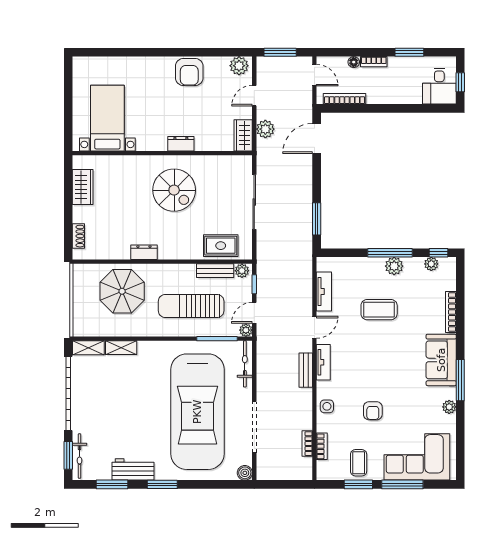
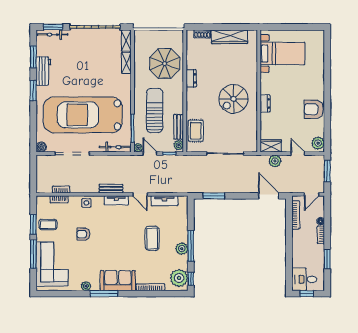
wardrobe: (83, 187) -> (229, 37), width x1.50
plant: (431, 264) -> (179, 278), width x1.87, depth x1.87

